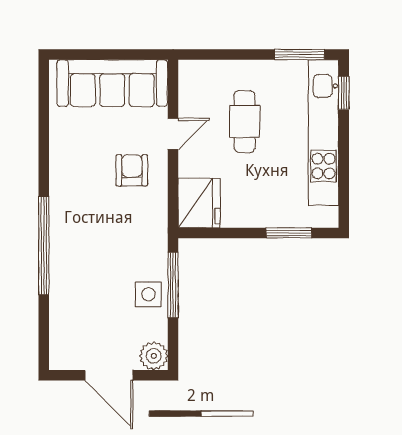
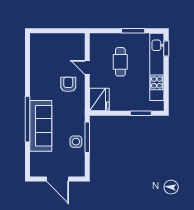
window: (299, 54) -> (133, 31), moved
sofa: (112, 83) -> (41, 126), moved, turned -90
door: (173, 134) -> (87, 67), swing flipped
plant: (154, 356) -> (78, 170), removed

